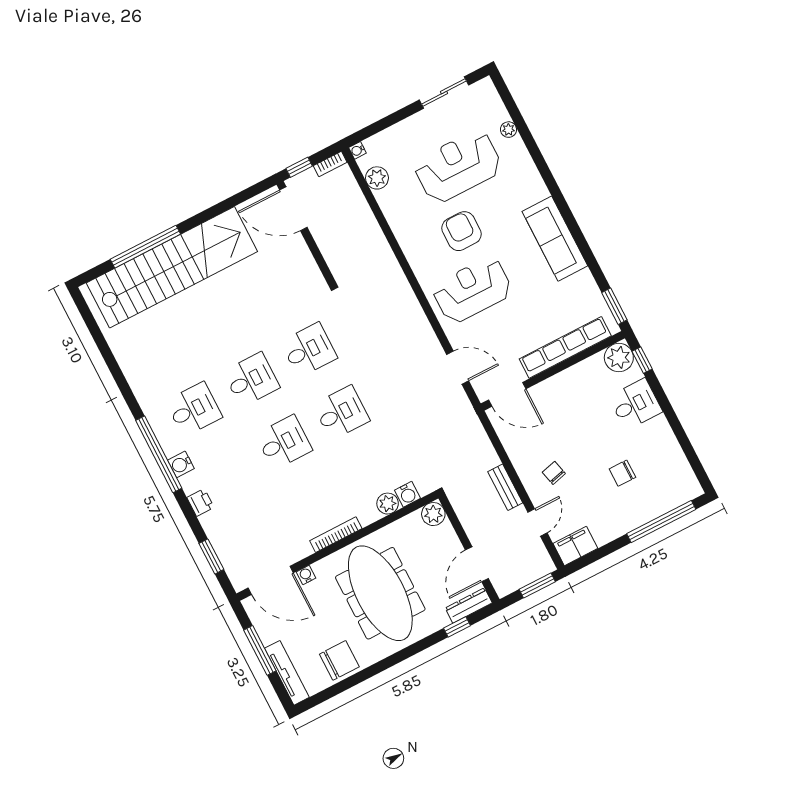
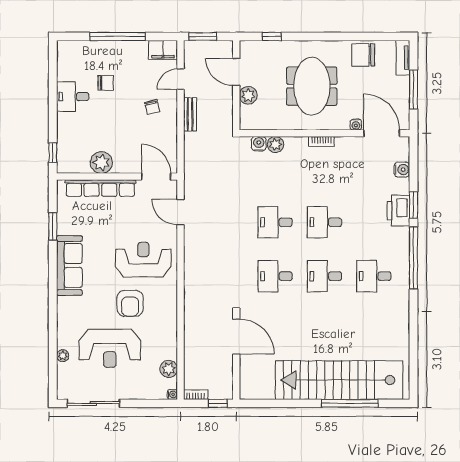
sliding door: (444, 92) -> (93, 403), width x1.37
door: (293, 209) -> (236, 337), moved
reception desk: (472, 290) -> (143, 260), turned 180
window: (614, 306) -> (53, 226), moved
plant: (619, 357) -> (101, 163), moved
desk: (635, 404) -> (73, 97), moved
water cooler: (181, 464) -> (402, 170), moved
printer: (200, 502) -> (398, 211), width x1.87, depth x1.48
plant: (433, 514) -> (248, 95), moved
window: (661, 521) -> (118, 36), moved
bookcase: (336, 535) -> (321, 141), width x0.64
window: (211, 556) -> (413, 205), moved
door: (477, 564) -> (236, 72), swing flipped
meeting table: (380, 593) -> (312, 86), width x0.73
dresser: (469, 605) -> (256, 47), removed
tv unit: (287, 673) -> (403, 58), width x0.71

